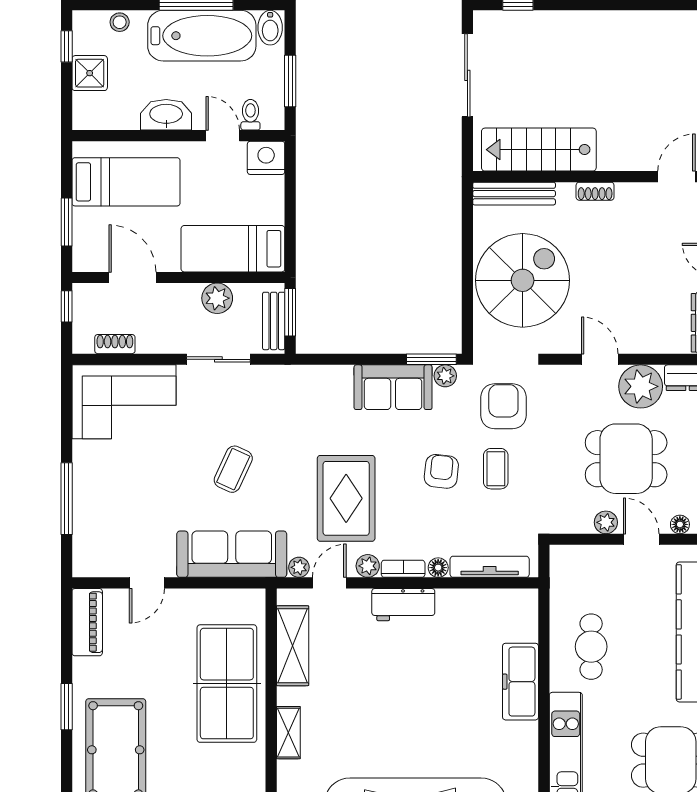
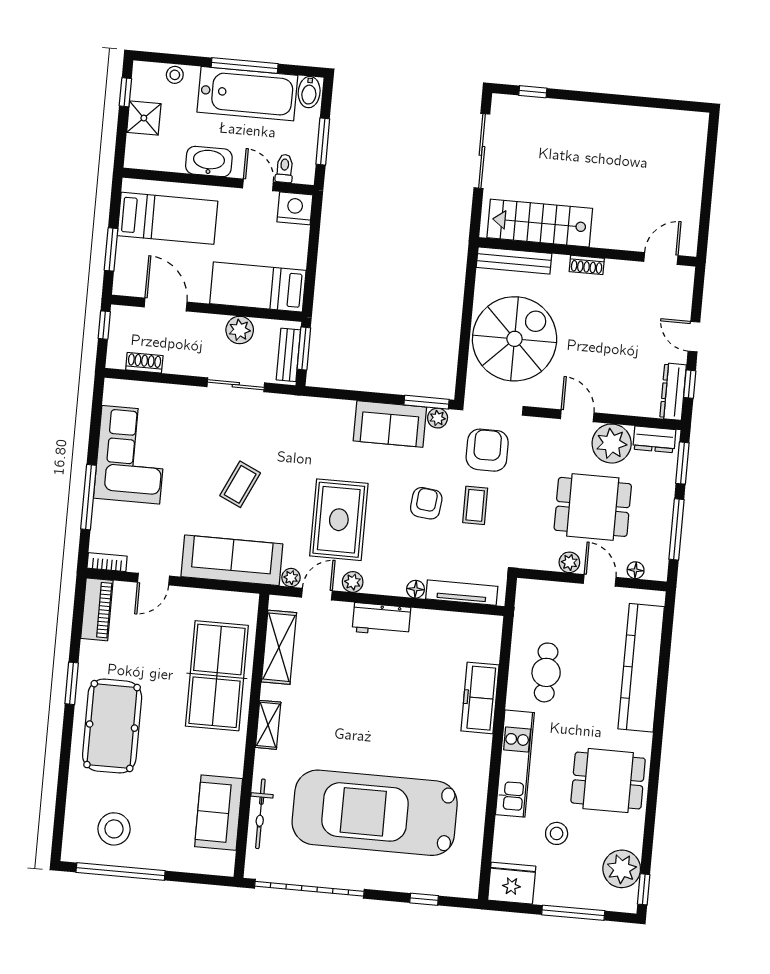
corner sofa: (124, 402) -> (131, 455), moved, turned -90
bookcase: (403, 569) -> (107, 562), moved

